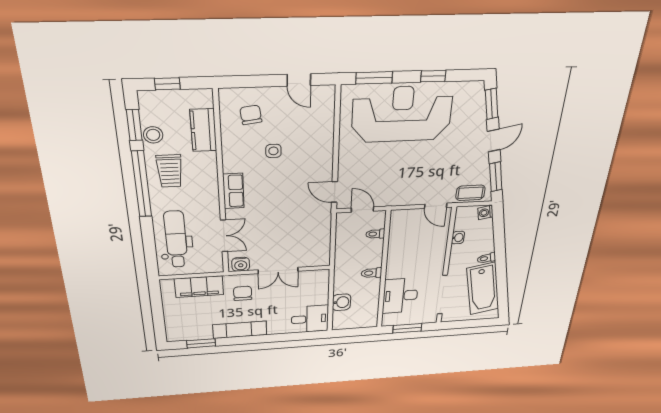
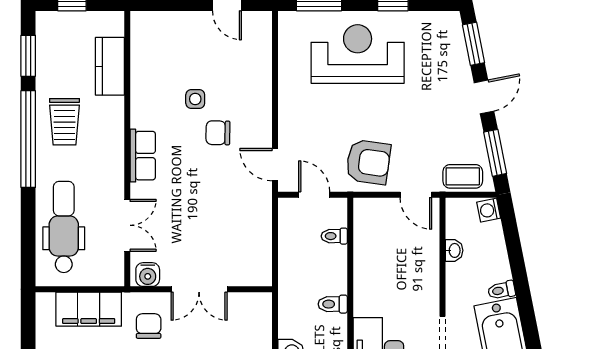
reception desk: (402, 114) -> (358, 54), width x0.74, depth x0.77
chair: (251, 115) -> (218, 133), moved, turned -81
stool: (153, 135) -> (49, 70), removed
armchair: (403, 187) -> (368, 162), added

